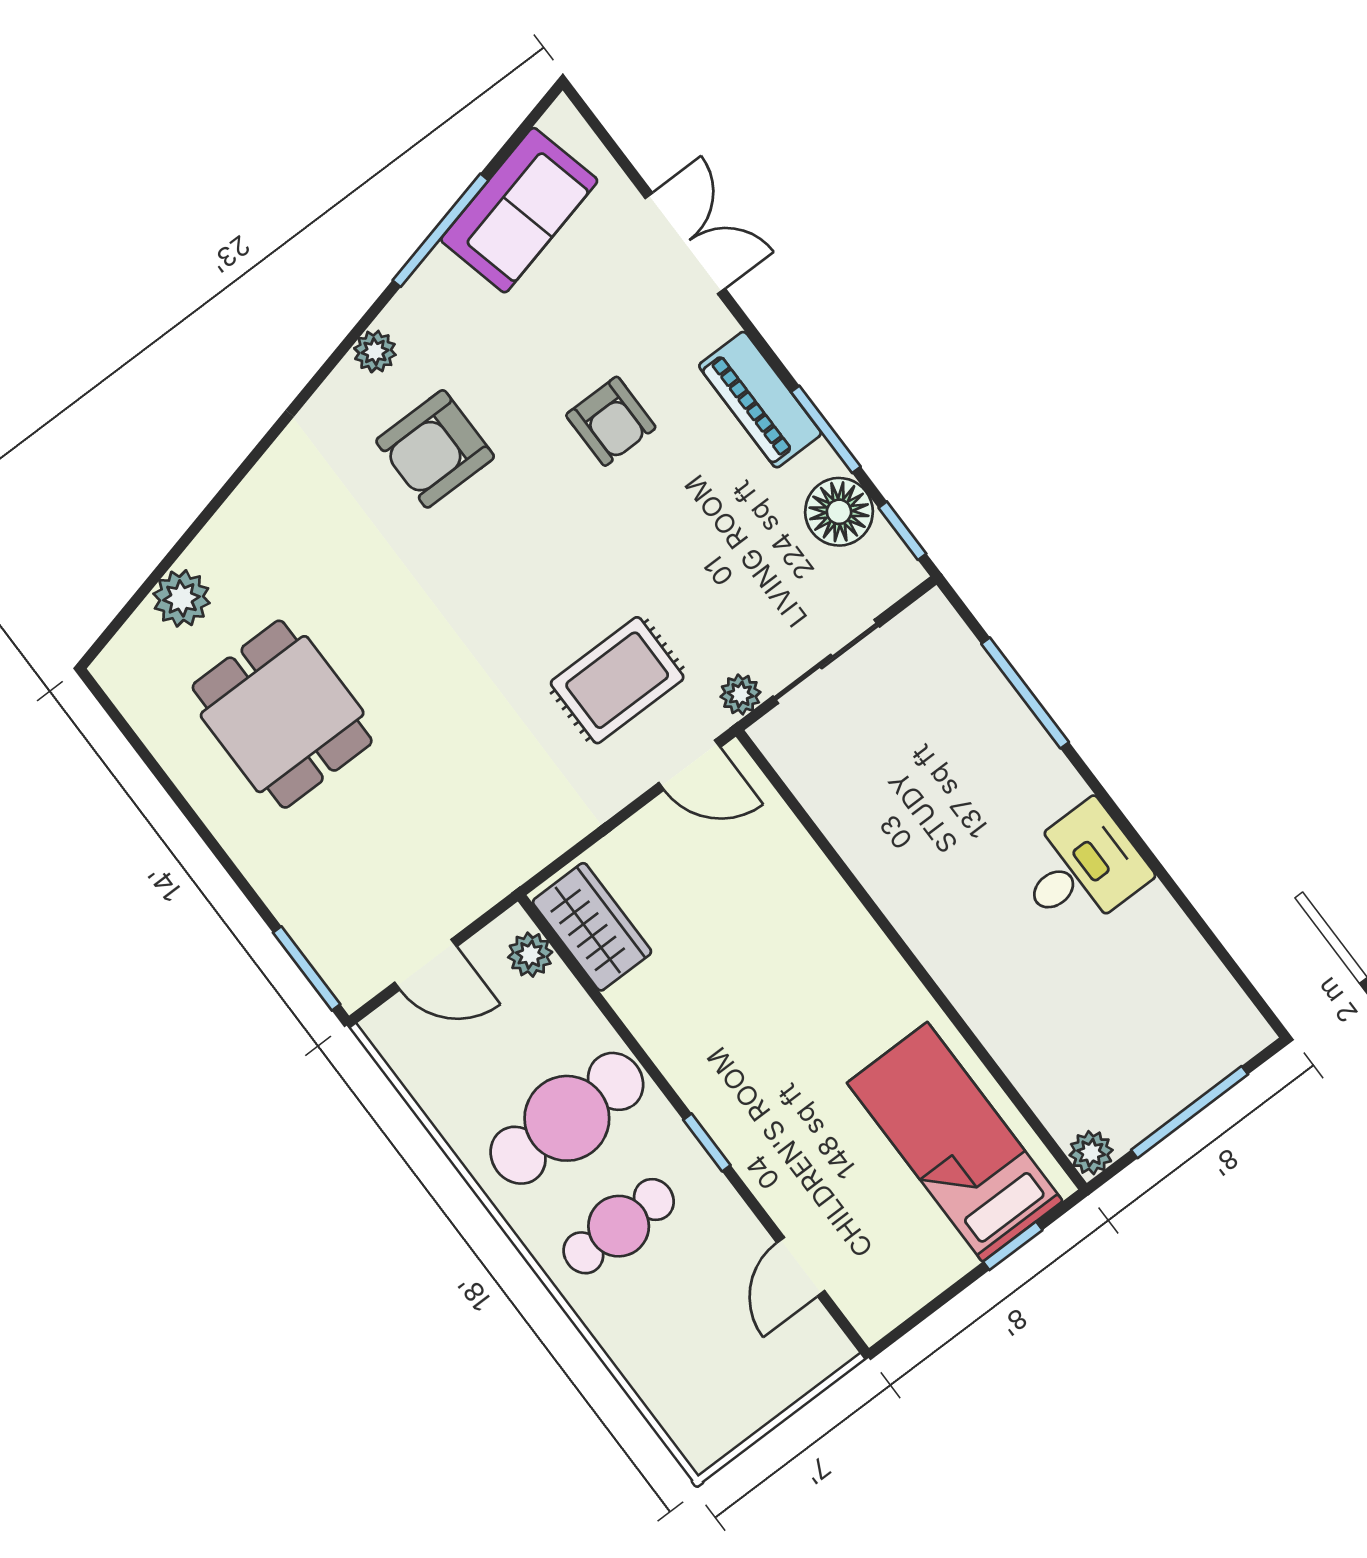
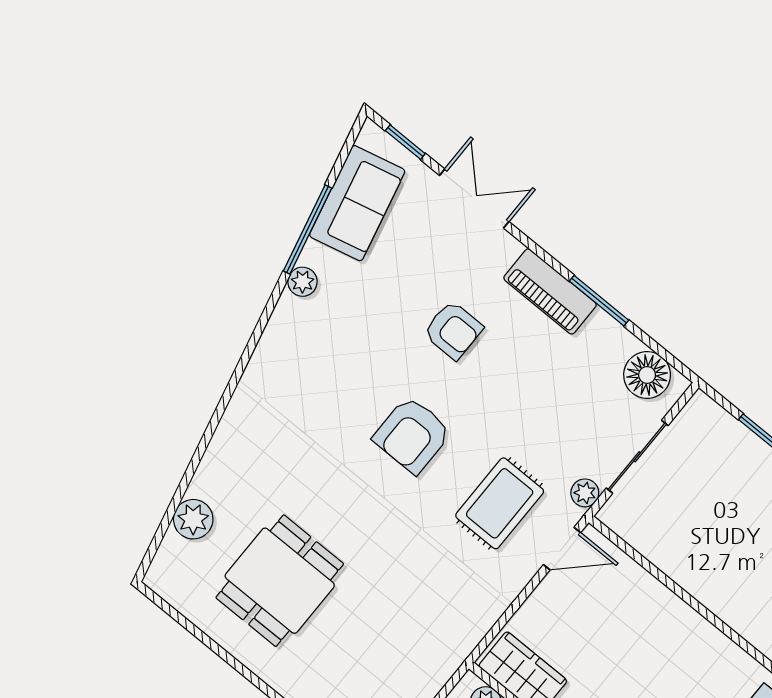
plant: (375, 352) -> (303, 282), moved
armchair: (435, 449) -> (412, 435), moved
floor lamp: (839, 512) -> (647, 375), moved
window: (902, 531) -> (405, 142), moved
dining table: (282, 714) -> (280, 581), turned 90

